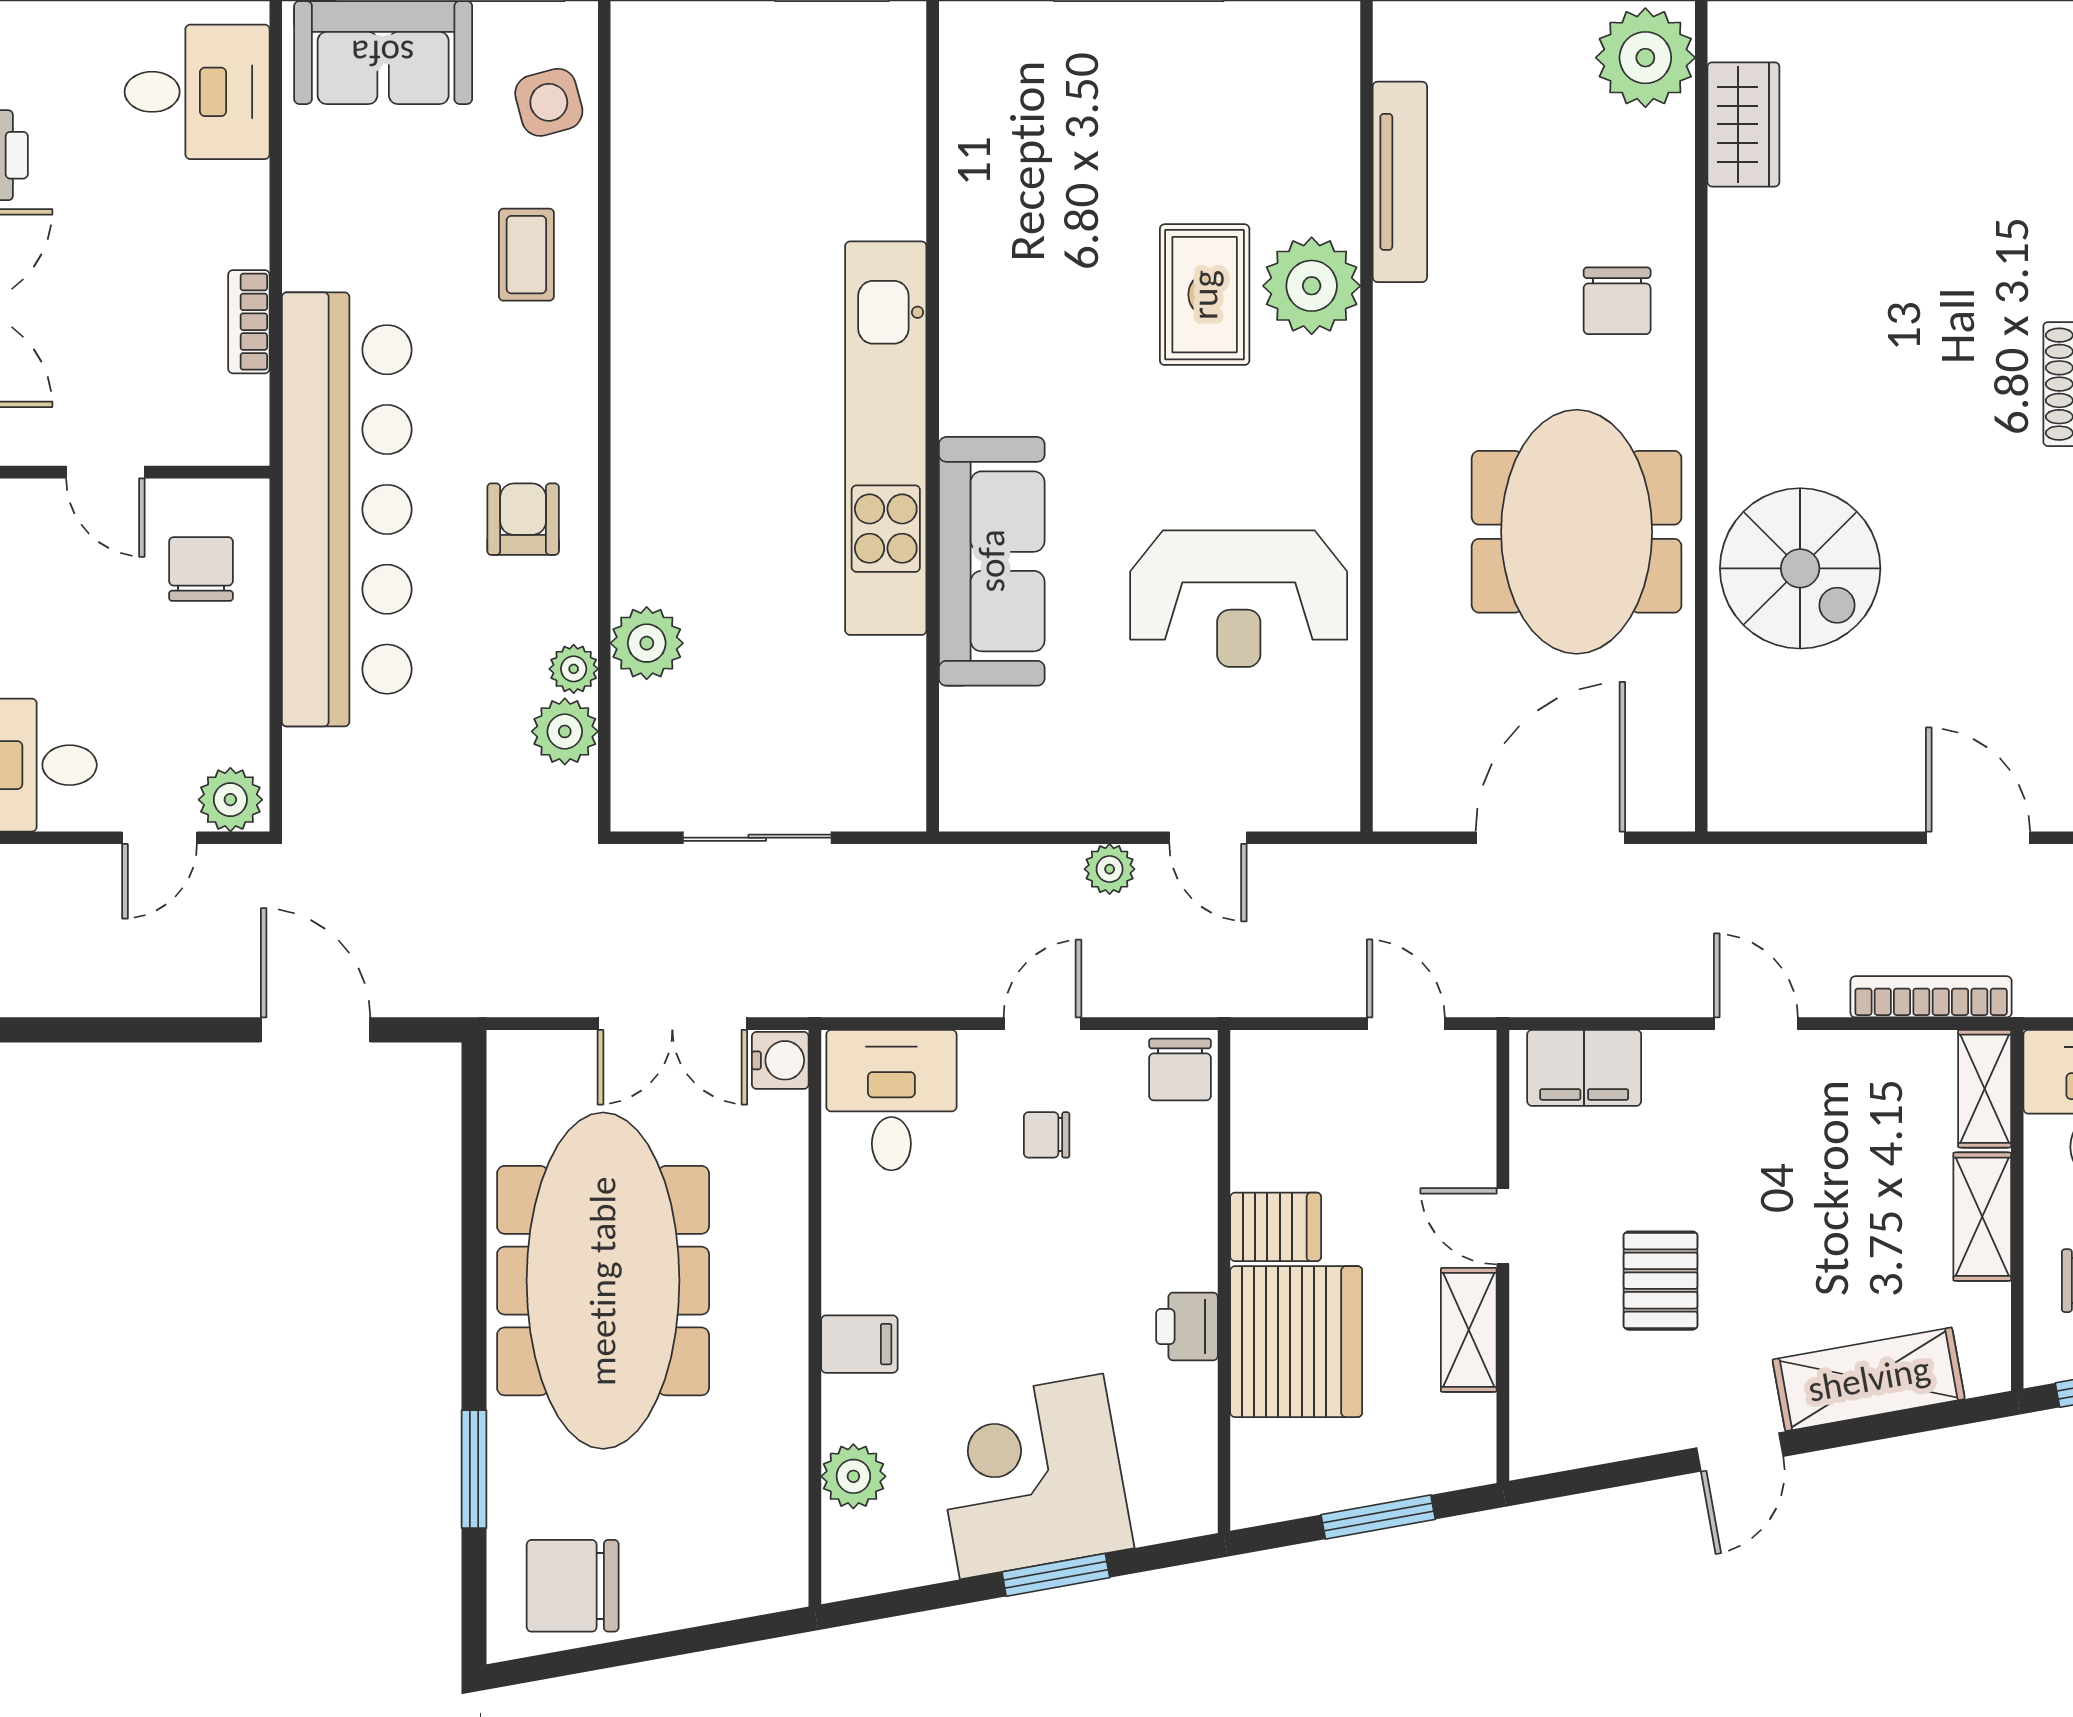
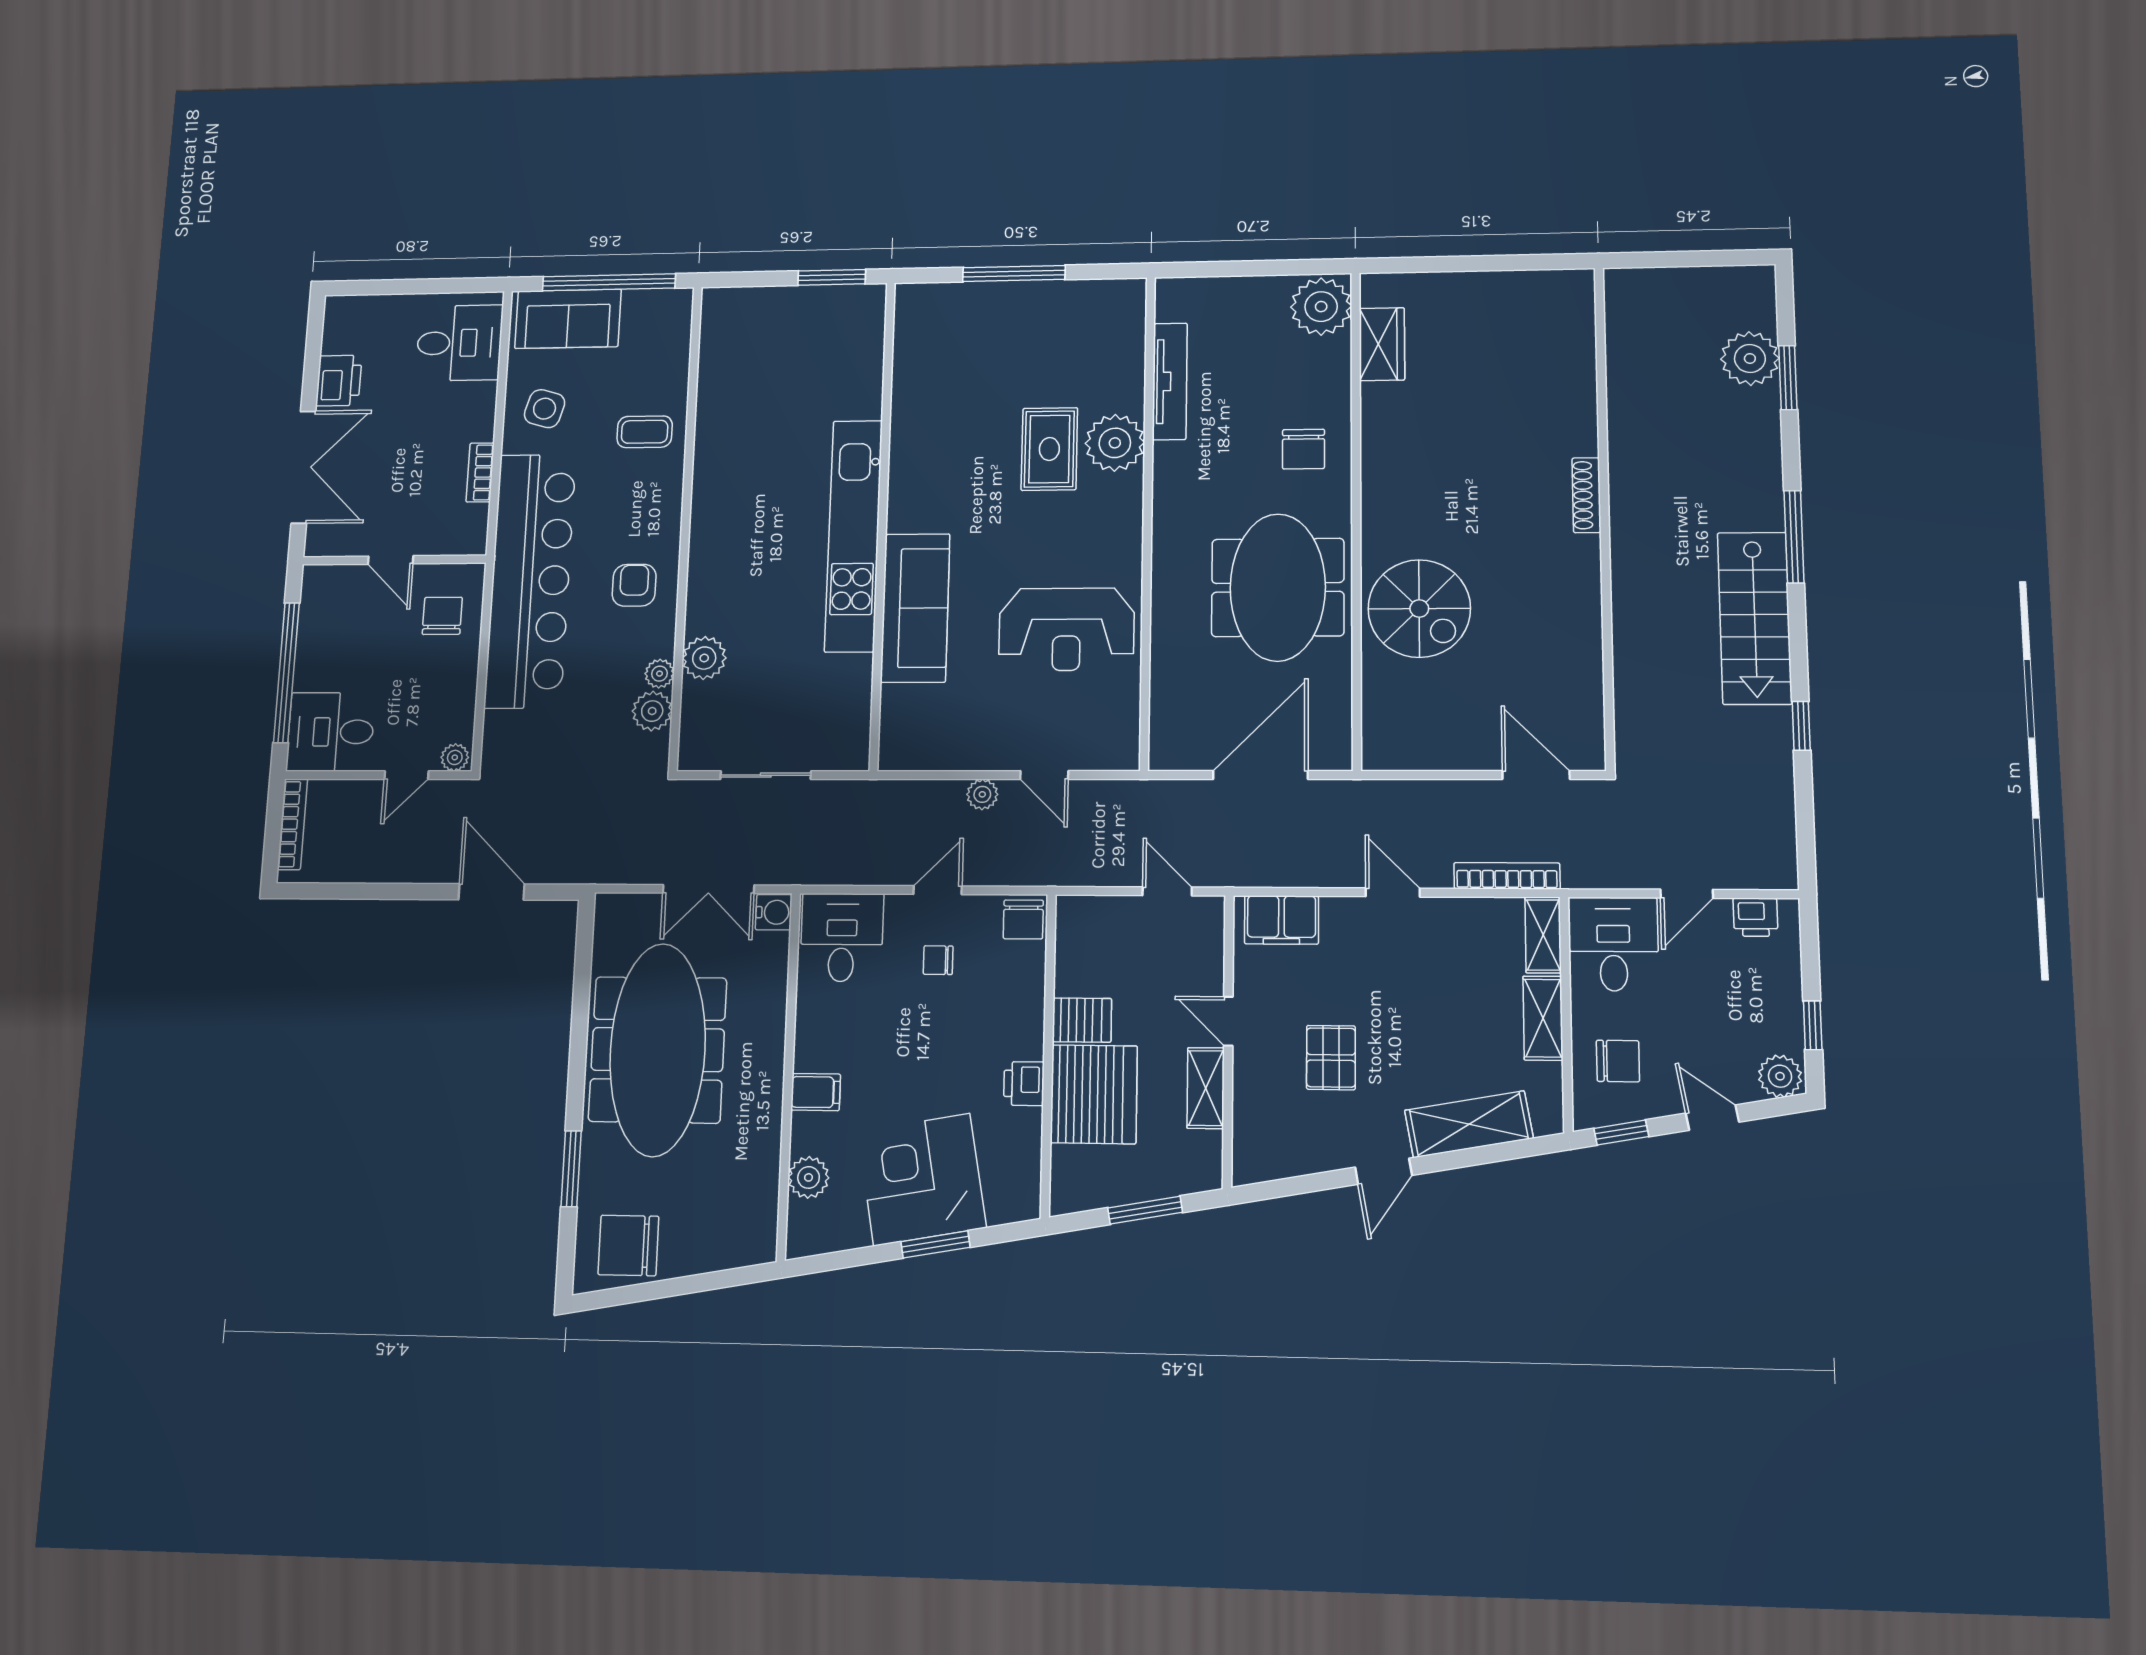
side table: (549, 102) -> (545, 409), moved, turned 31
coffee table: (526, 255) -> (645, 432), turned 90
plant: (230, 800) -> (455, 757), width x0.73, depth x0.73

